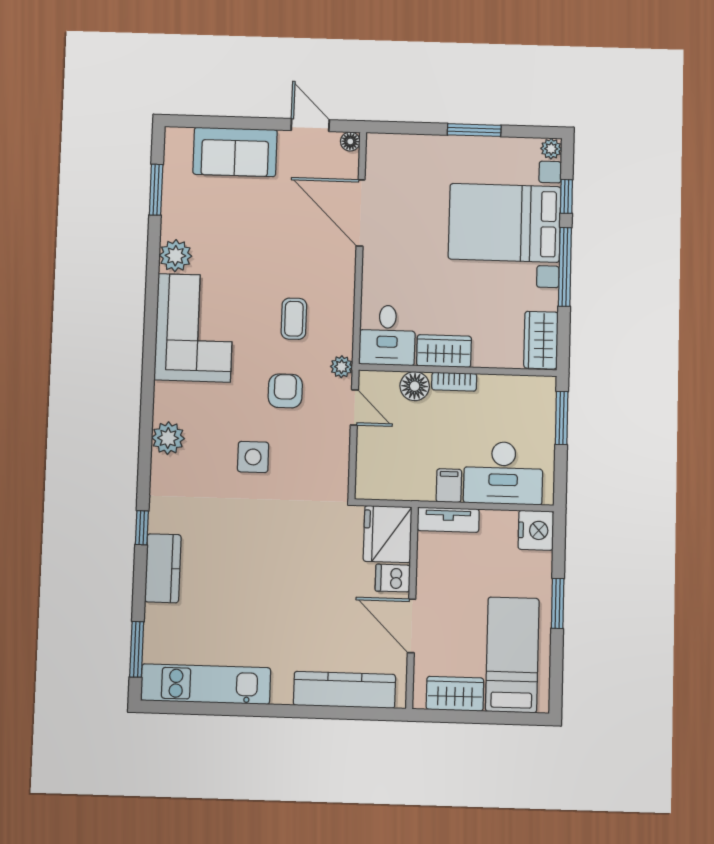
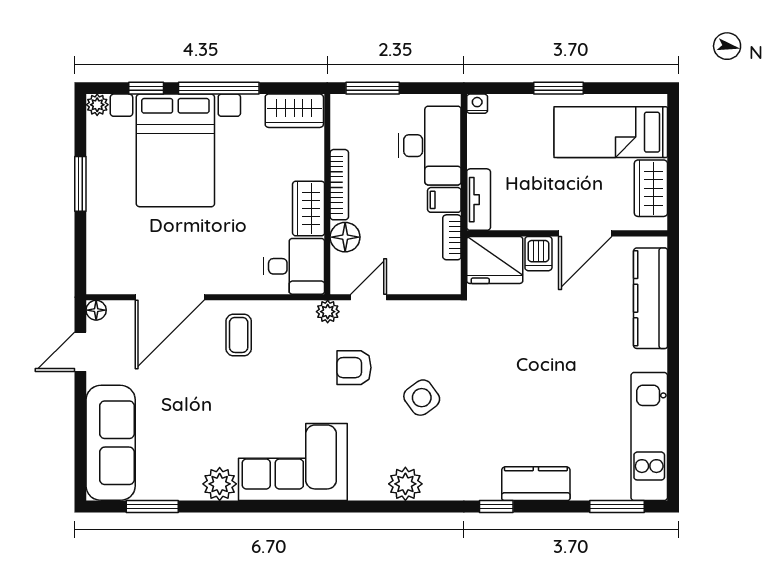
sofa: (235, 152) -> (111, 443), width x1.36
coffee table: (294, 319) -> (239, 335), moved, turned 90
bookcase: (454, 382) -> (339, 185), width x1.56
side table: (253, 457) -> (422, 398), turned -36
bookcase: (411, 492) -> (452, 237), added
nightstand: (536, 530) -> (477, 104), width x0.53, depth x0.56

